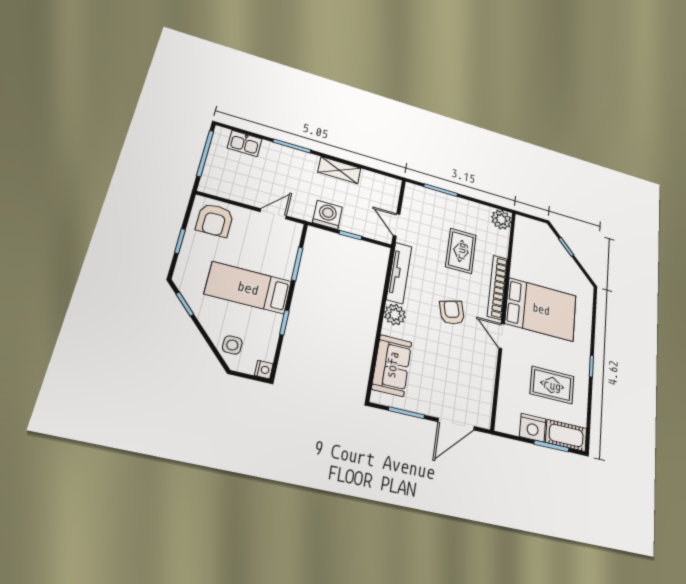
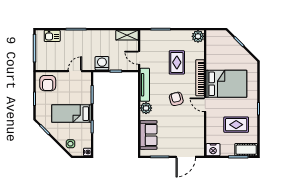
shelving: (339, 170) -> (127, 35), moved
nightstand: (533, 428) -> (213, 150), moved

